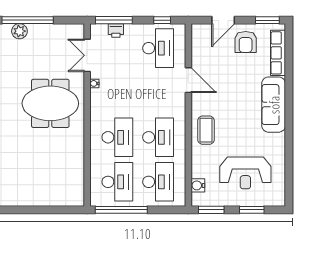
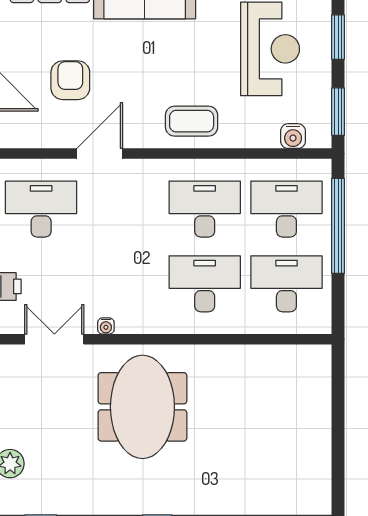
armchair: (246, 42) -> (70, 80), moved, turned -90
double door: (87, 55) -> (54, 339), swing flipped
window: (121, 210) -> (338, 226), moved

